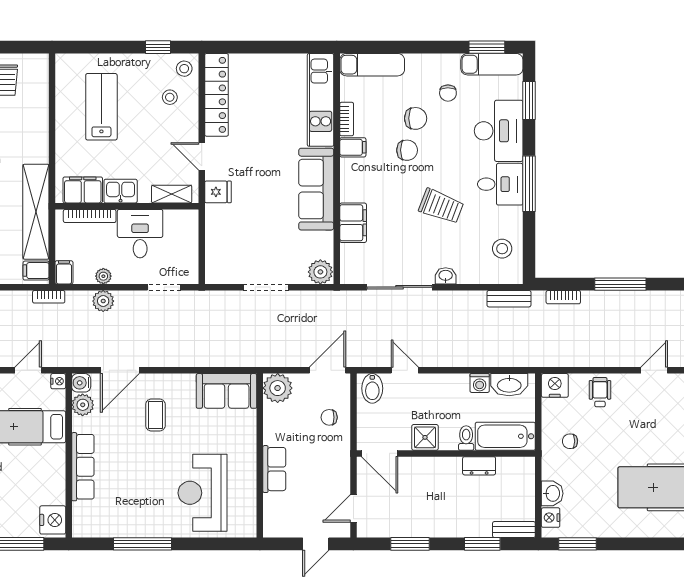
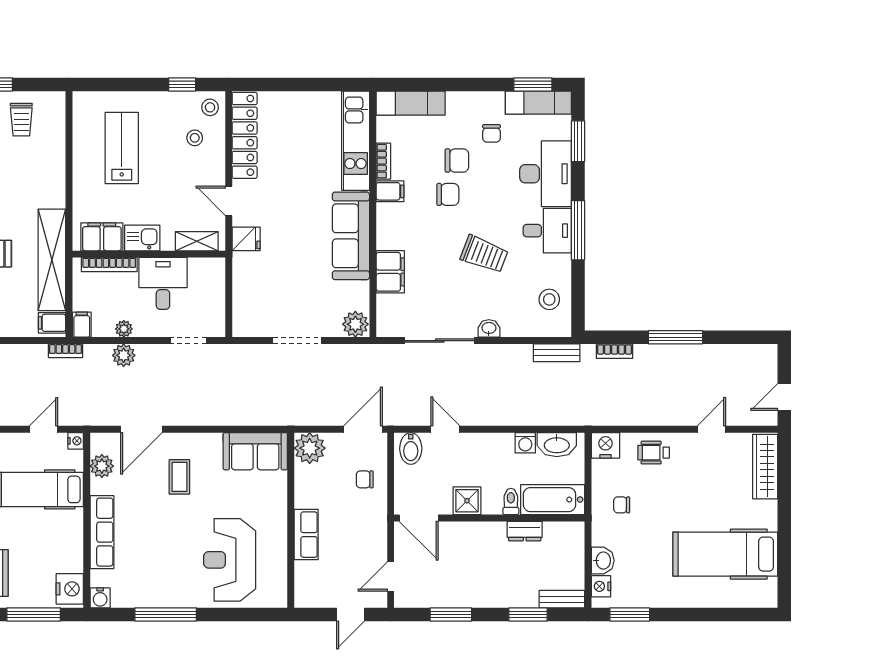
water cooler: (81, 383) -> (100, 598), moved, turned -90
wheelchair: (600, 392) -> (654, 453), turned -90

